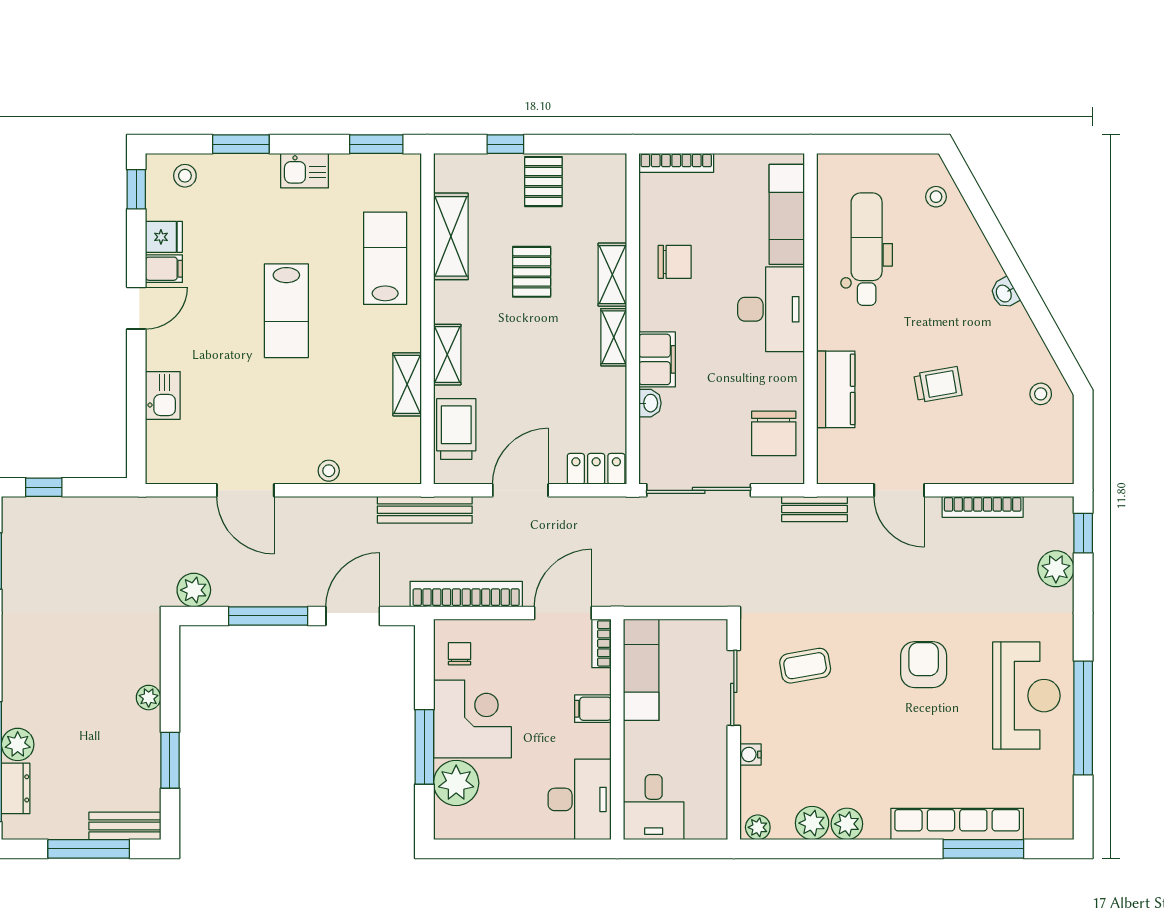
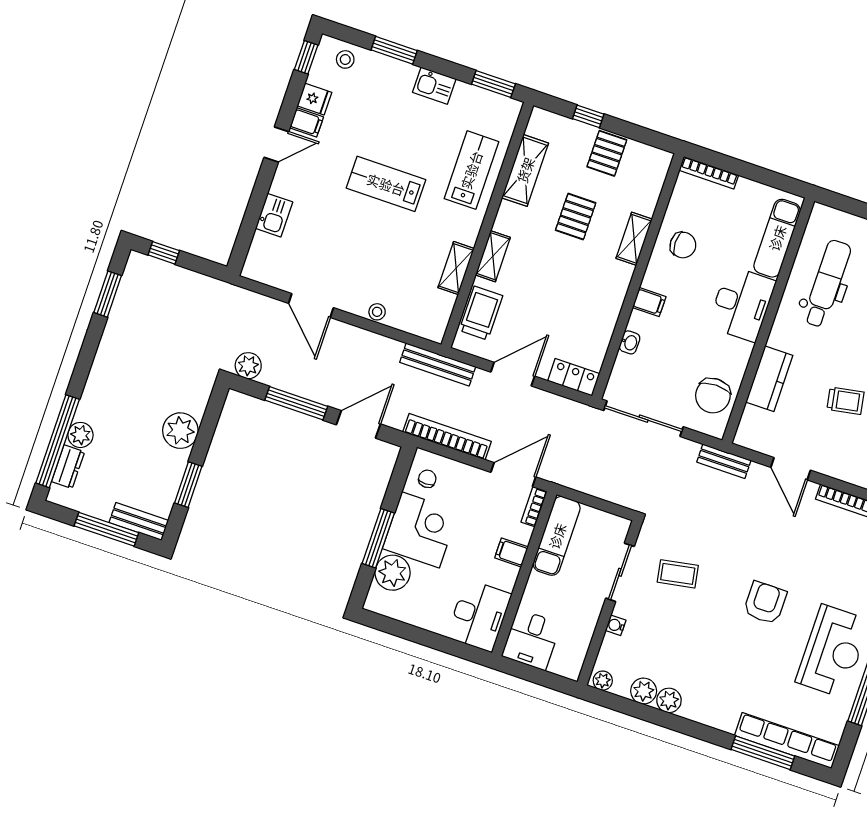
lab bench: (286, 311) -> (386, 184), turned 90
shelving: (614, 337) -> (619, 285), removed
filing cabinet: (657, 359) -> (649, 302), width x0.50
plant: (149, 698) -> (180, 431), width x1.88, depth x1.88
row of seats: (957, 824) -> (787, 741), moved

